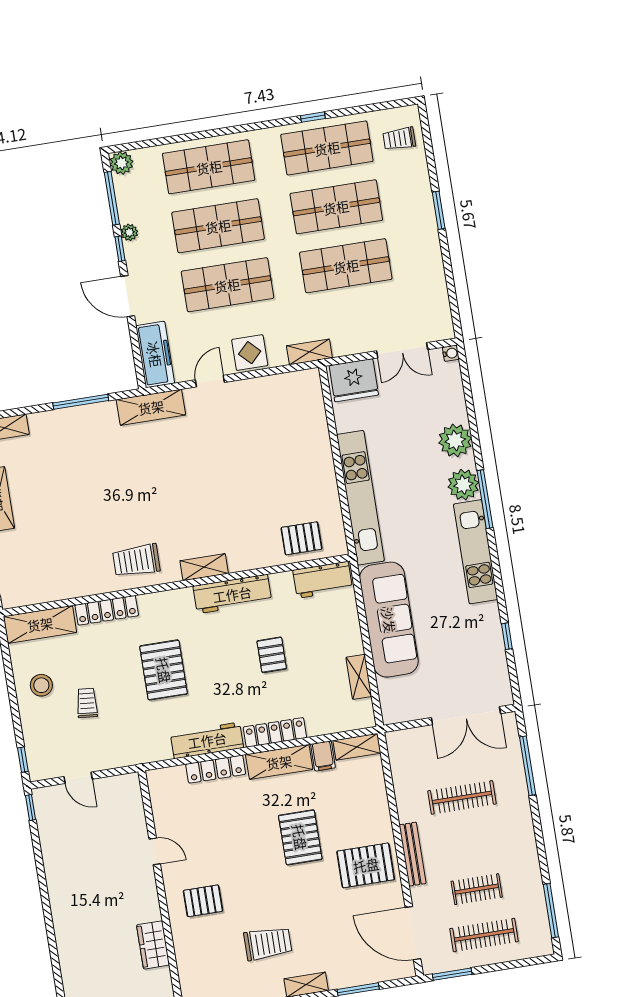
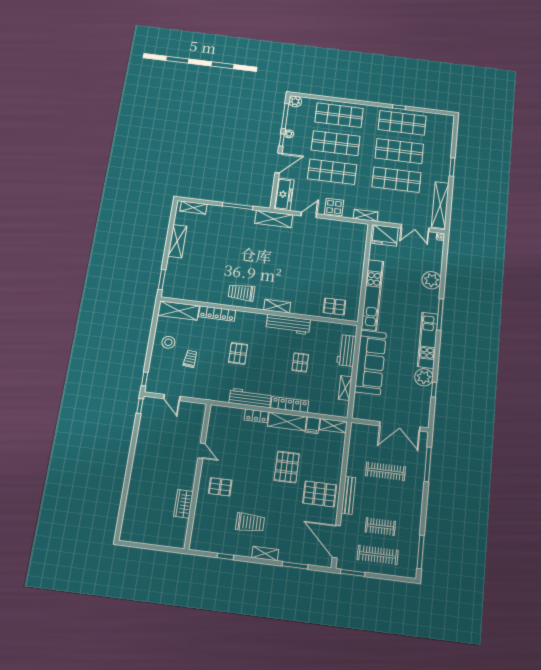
trolley: (399, 139) -> (440, 129), removed
shelving: (436, 292) -> (440, 205), added
door: (128, 296) -> (279, 163), swing flipped
plant: (463, 485) -> (424, 377), moved
workbench: (323, 580) -> (347, 350), moved, turned 90
pallet: (164, 670) -> (238, 353), width x0.67, depth x0.71
locker: (216, 769) -> (256, 416), width x0.66

